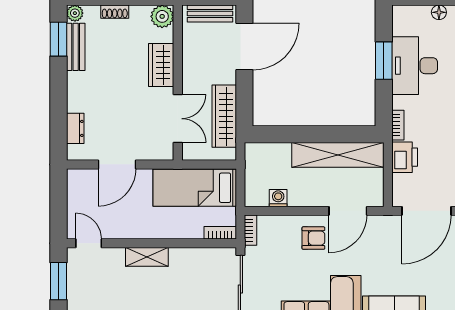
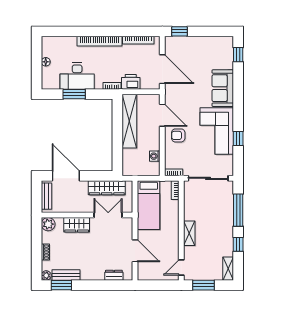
armchair: (313, 238) -> (178, 135), turned -90

